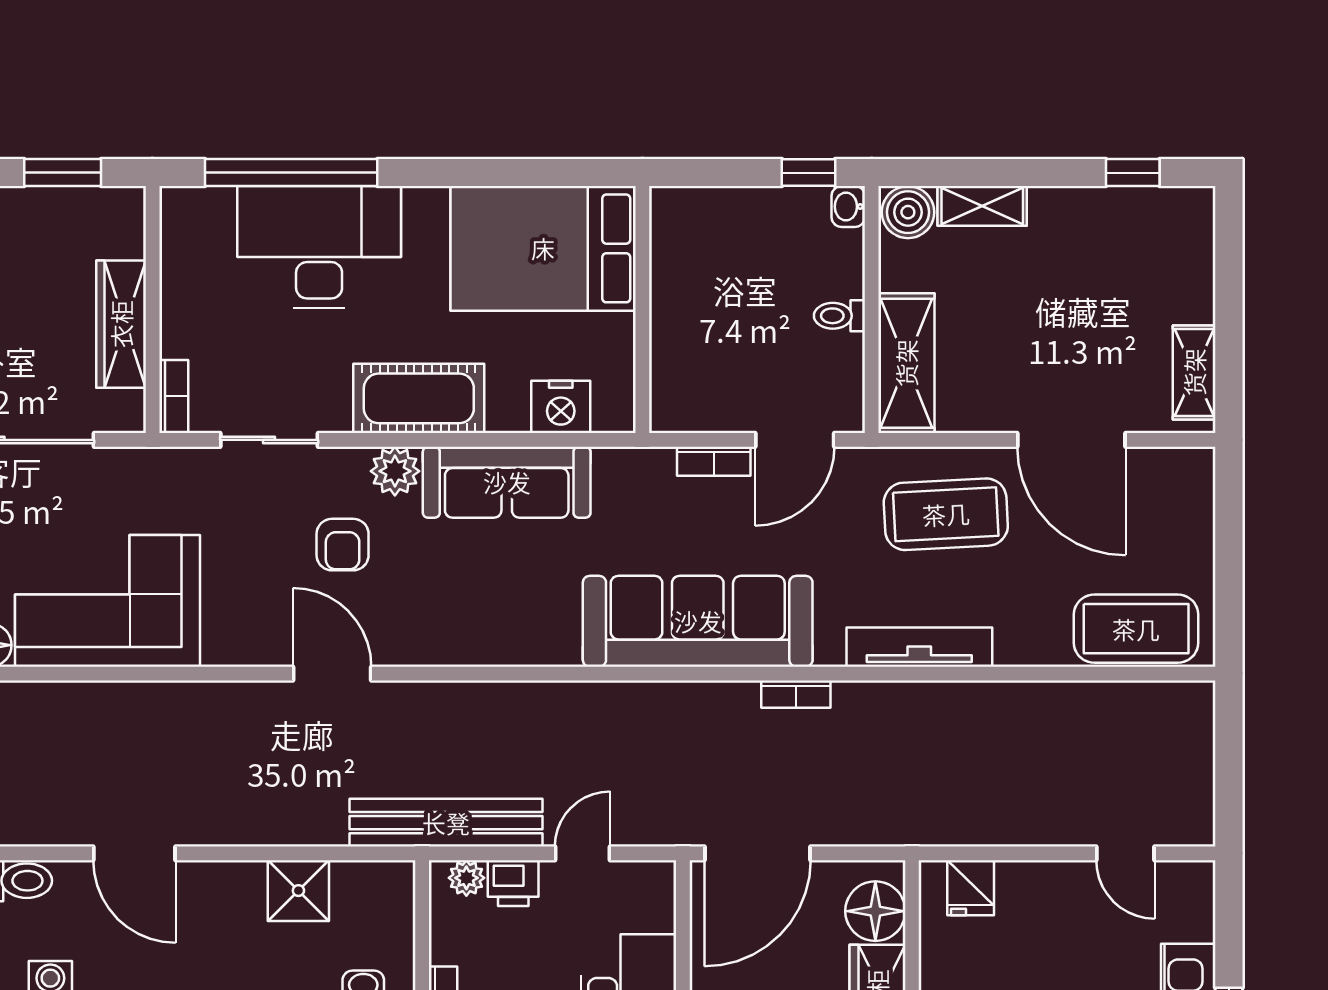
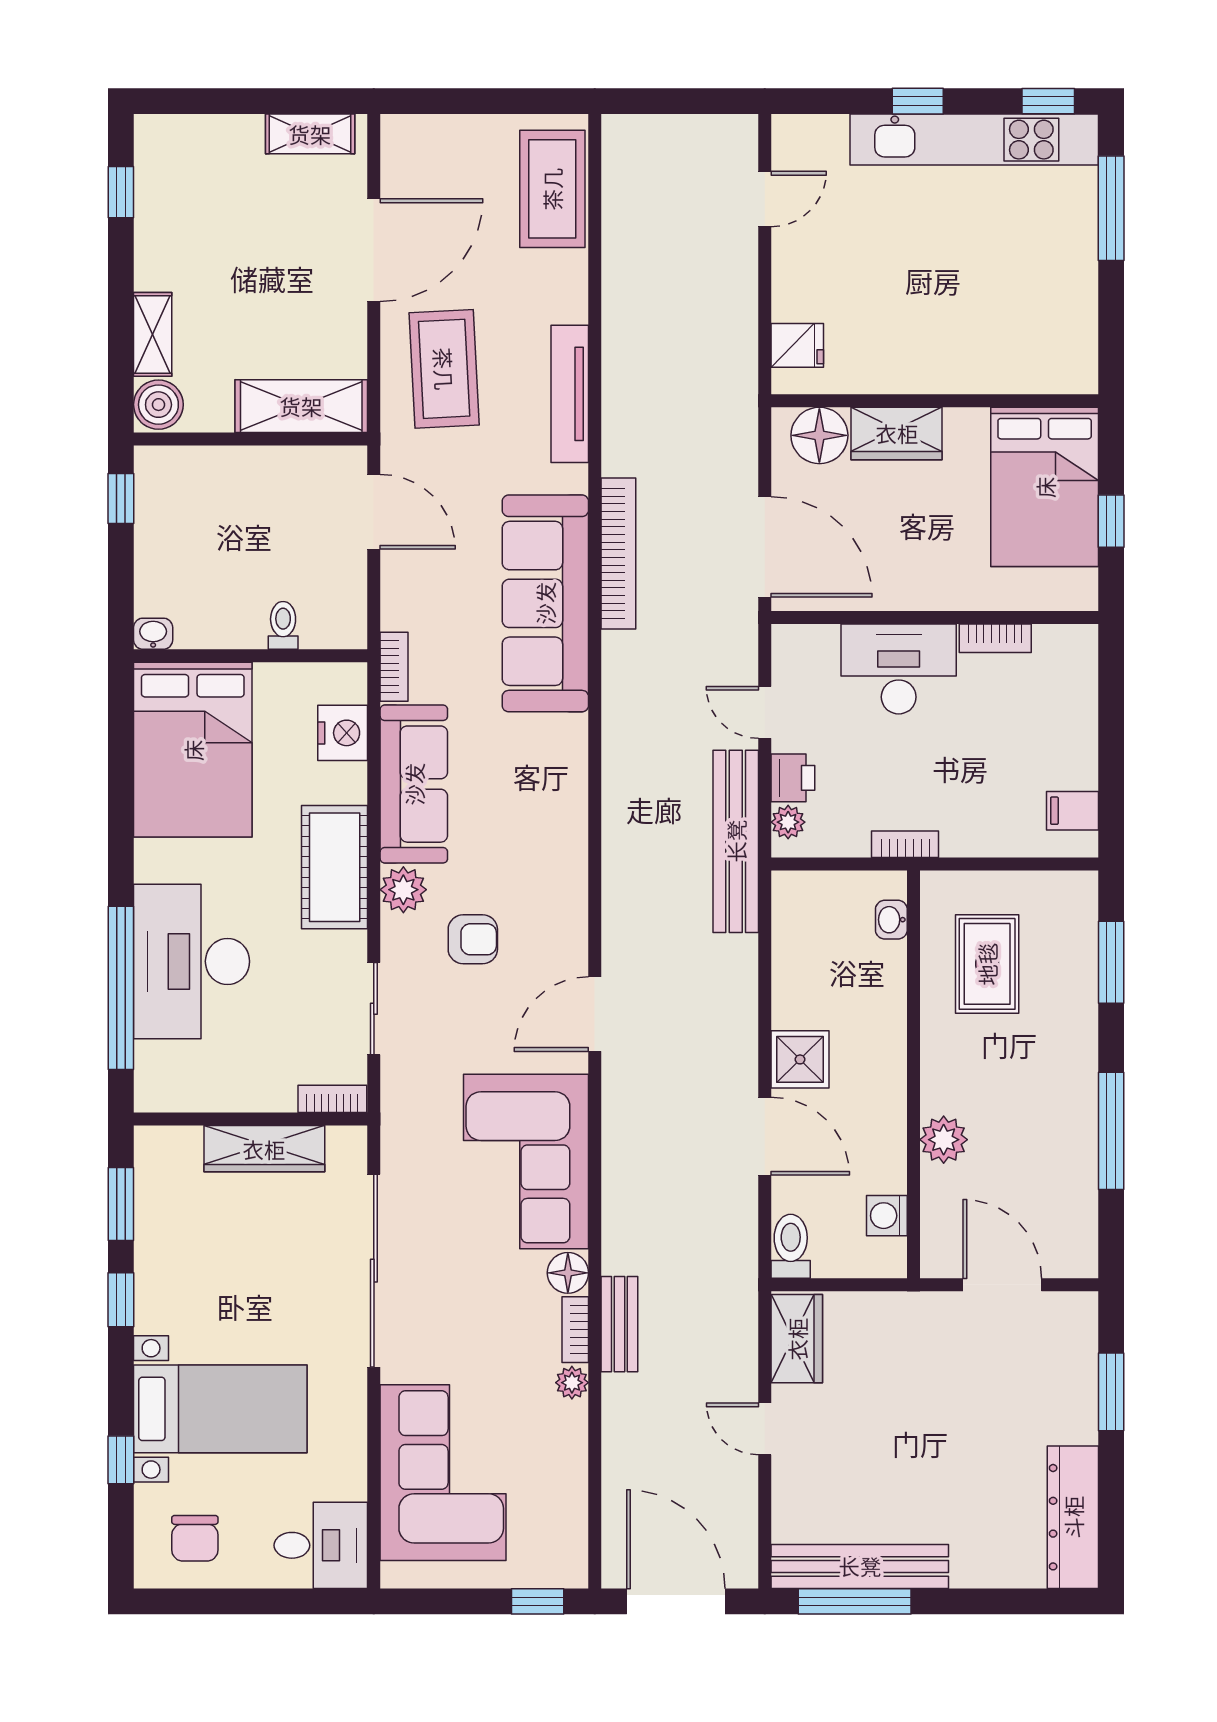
washbasin: (848, 207) -> (153, 634), moved, turned 180
toilet: (839, 316) -> (283, 625), moved, turned 180
bookcase: (714, 461) -> (394, 667), moved
door: (332, 674) -> (595, 1014), moved
bookcase: (796, 694) -> (618, 554), width x2.31, depth x1.31
door: (134, 853) -> (765, 1136), hinge flipped
shower: (298, 891) -> (800, 1059), moved

